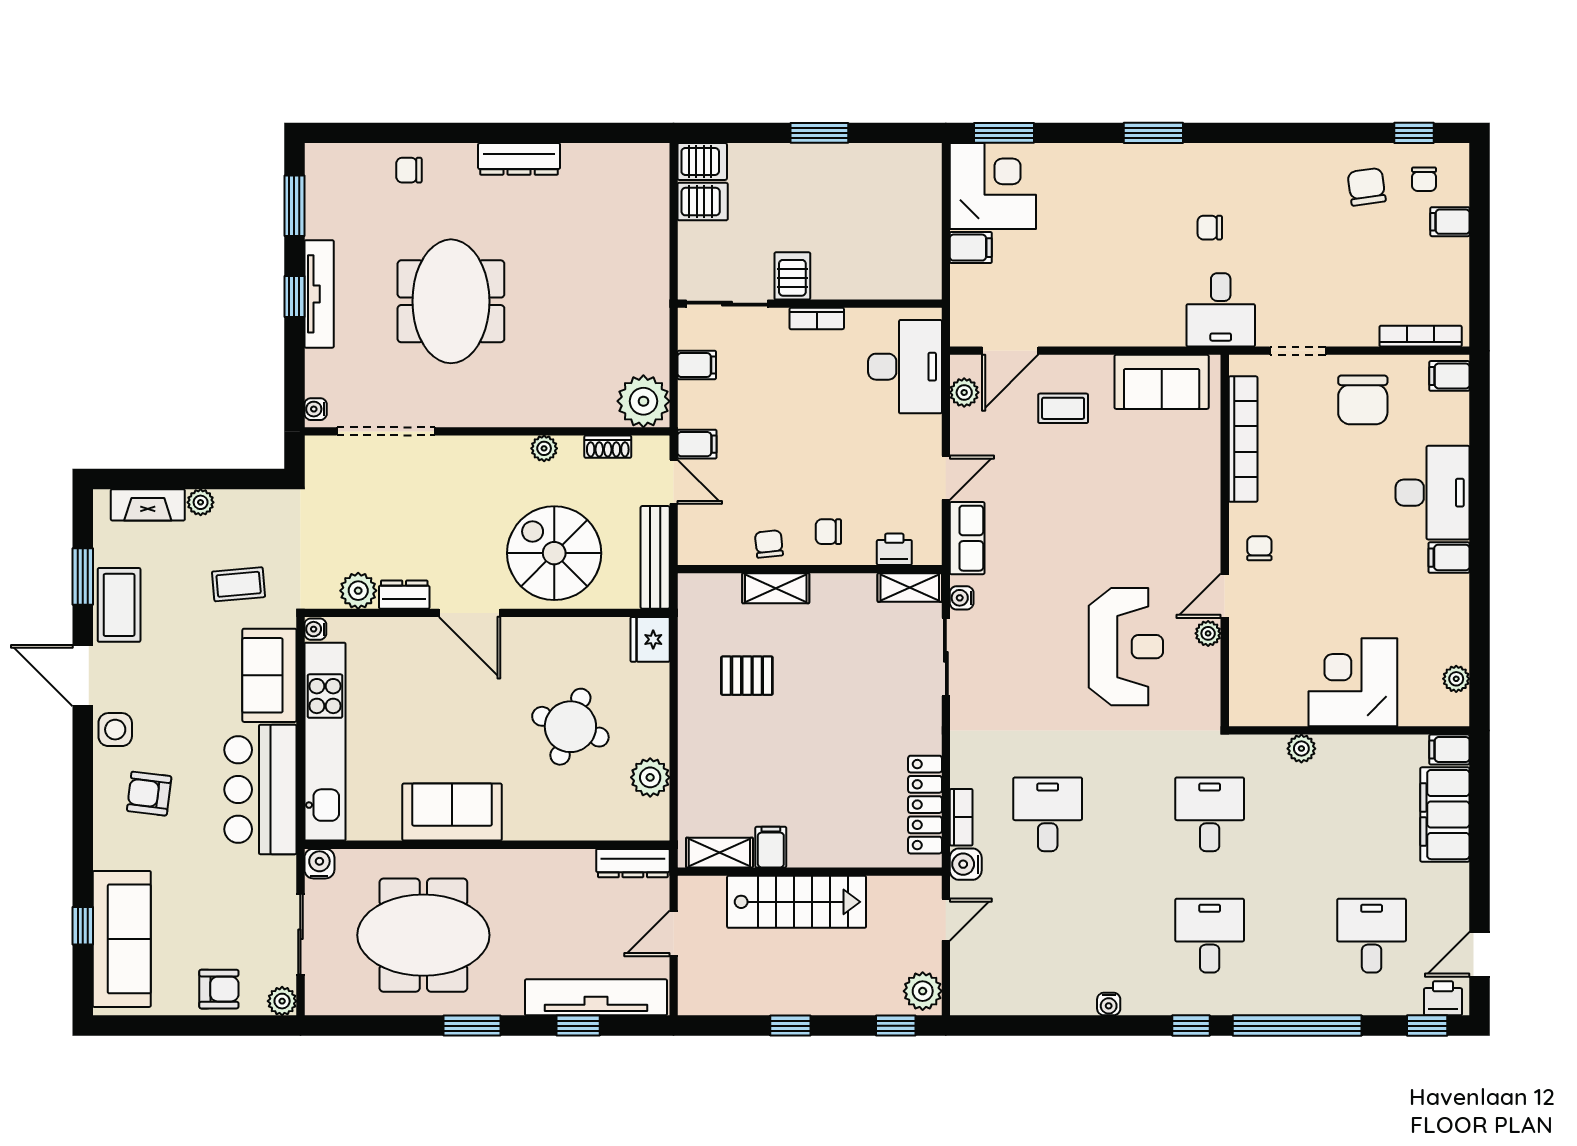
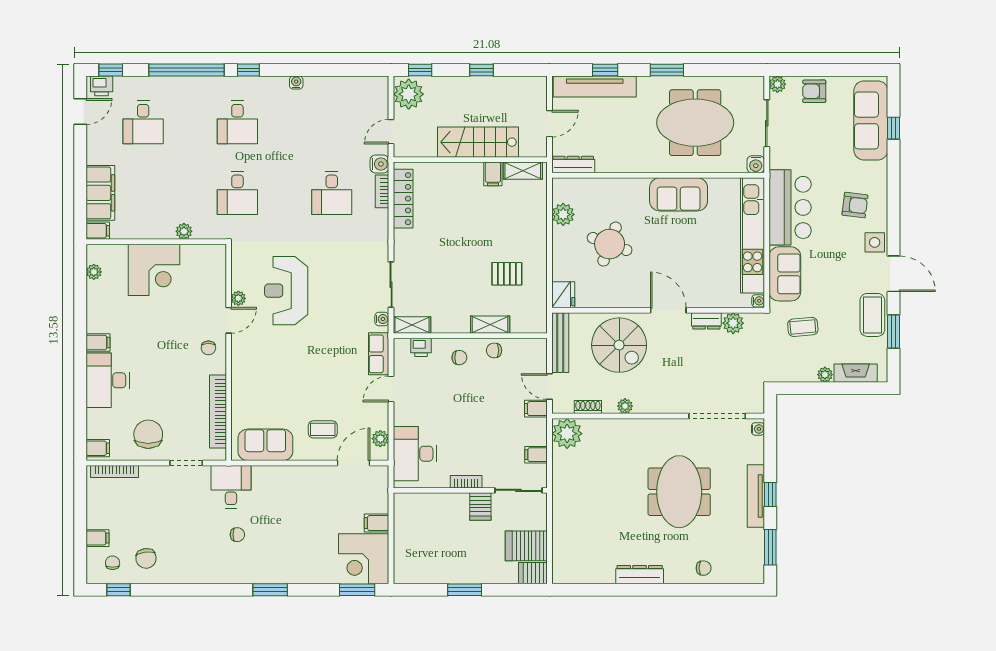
server rack: (703, 202) -> (526, 546), width x1.36, depth x1.44
chair: (769, 544) -> (494, 350), turned 96
plant: (923, 991) -> (409, 94), width x1.36, depth x1.36

